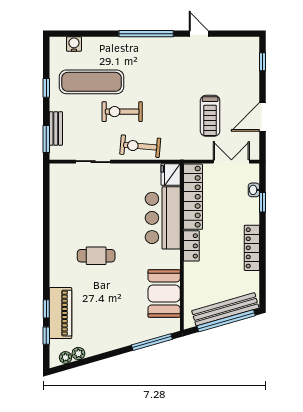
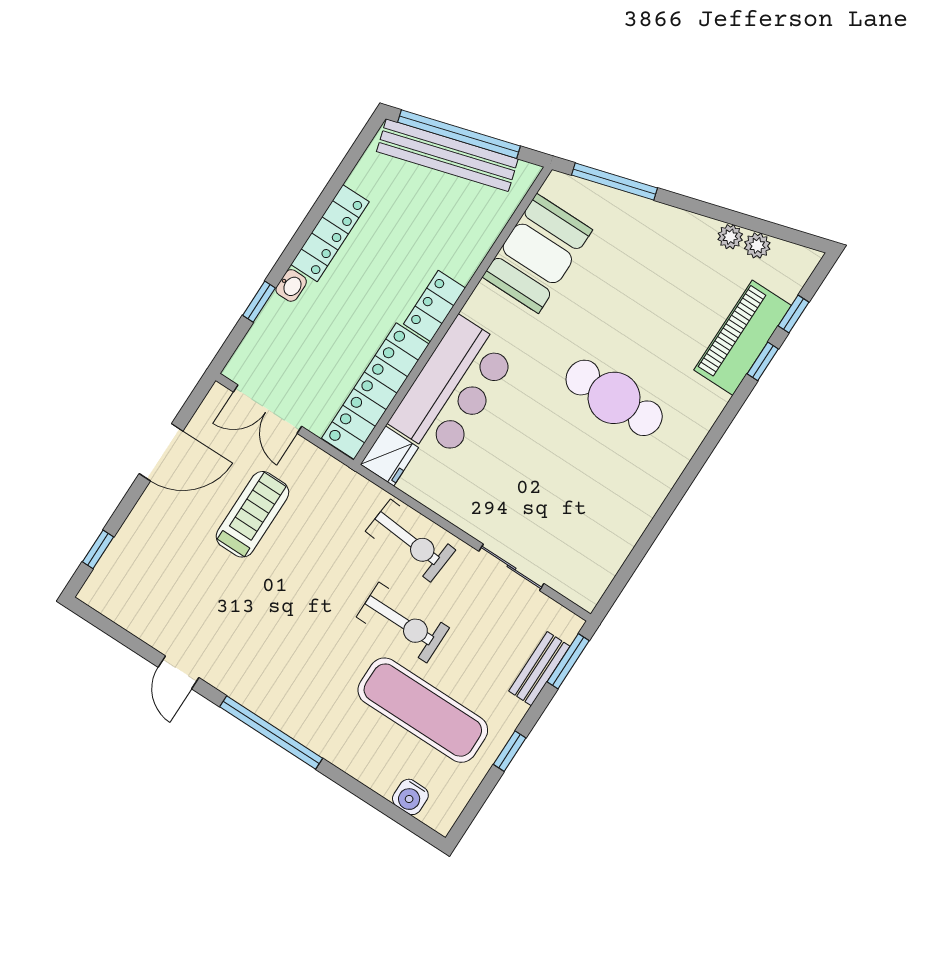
washbasin: (254, 190) -> (291, 285), moved
cafe table: (96, 256) -> (614, 398), width x1.37, depth x1.35
plant: (66, 357) -> (730, 237), moved

